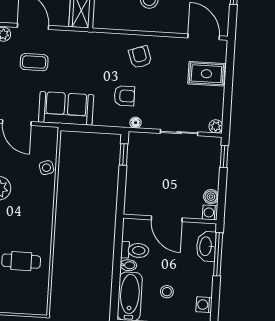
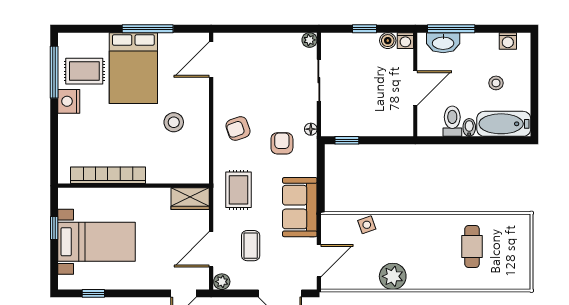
rug: (206, 74) -> (239, 190), moved
window: (224, 156) -> (365, 29), moved

